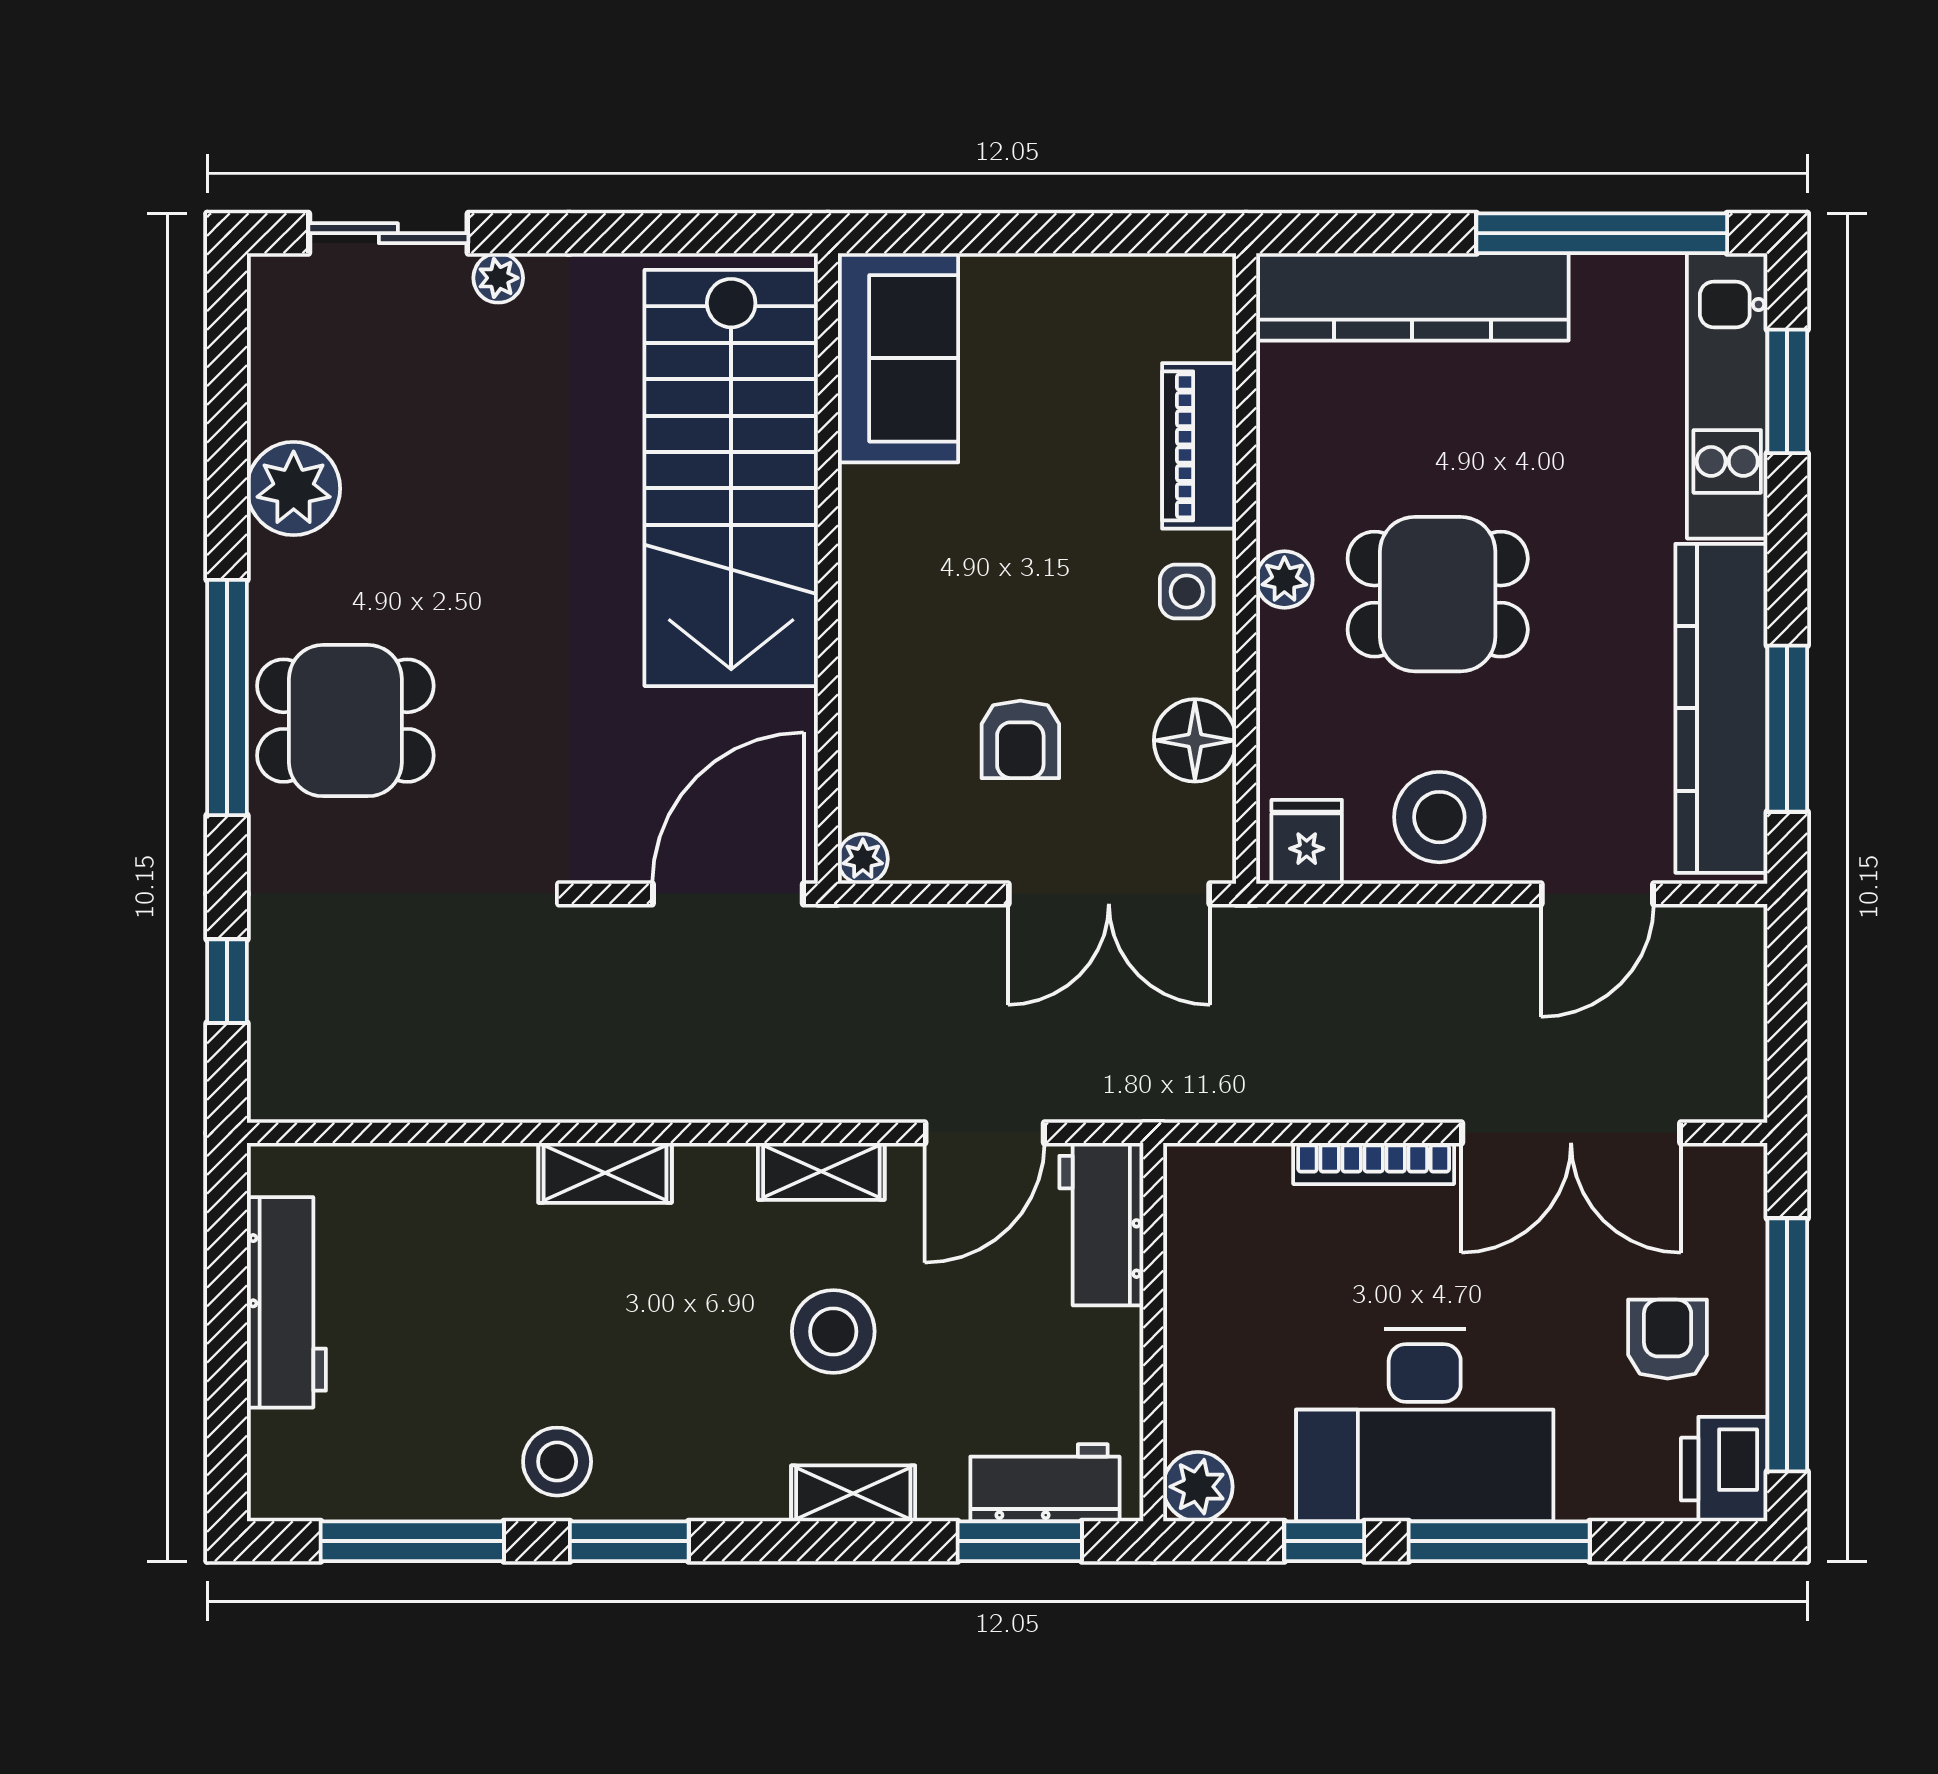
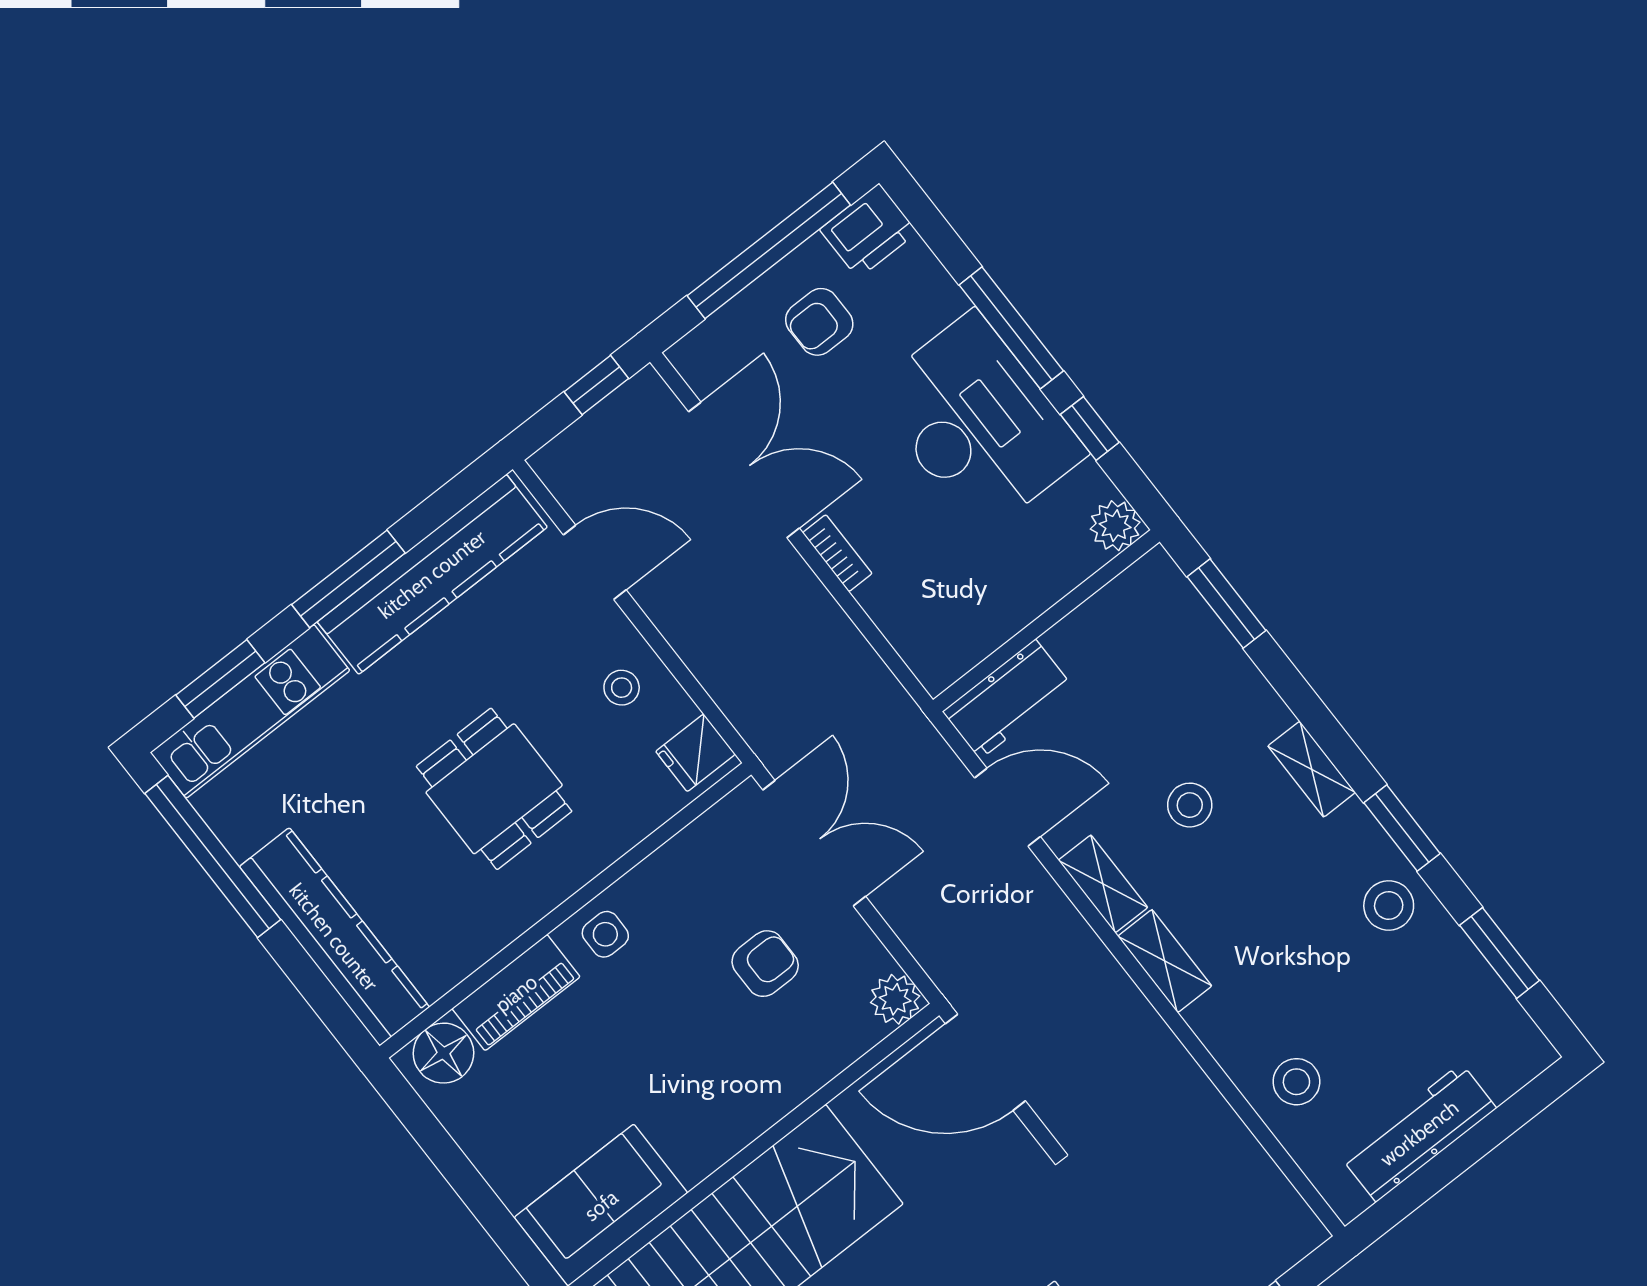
plant: (1284, 580) -> (555, 883), removed
window: (1787, 729) -> (348, 579), moved
floor lamp: (1195, 740) -> (443, 1053), moved
stool: (1439, 817) -> (622, 688), width x0.53, depth x0.53
plant: (863, 859) -> (895, 999), width x1.38, depth x1.38
window: (1787, 1045) -> (596, 385), added
bookcase: (1374, 1163) -> (837, 553), width x0.64
shelving: (605, 1173) -> (1165, 961), moved
stool: (445, 1213) -> (1296, 1082), added
stool: (833, 1331) -> (1190, 805), width x0.73, depth x0.73
workbench: (1045, 1483) -> (1182, 615), removed
shelving: (853, 1493) -> (1312, 769), moved
window: (412, 1541) -> (1500, 953), width x0.69

